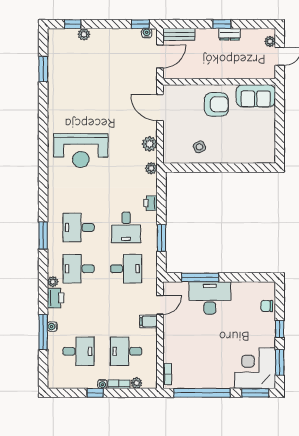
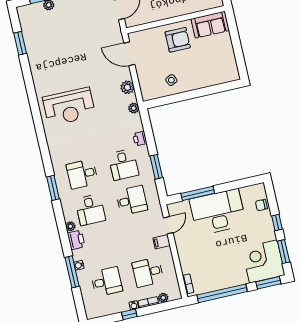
desk: (79, 269) -> (90, 210), turned -90
desk: (210, 298) -> (218, 212), width x1.36, depth x1.30

